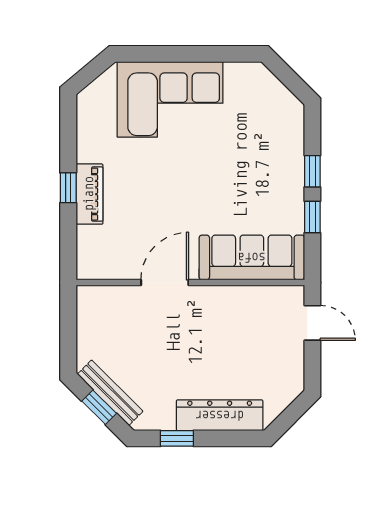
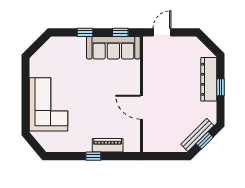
piano: (89, 194) -> (108, 145), moved
window: (312, 217) -> (120, 32), moved
sofa: (252, 257) -> (113, 48), moved, turned -90
window: (177, 438) -> (220, 87), moved

